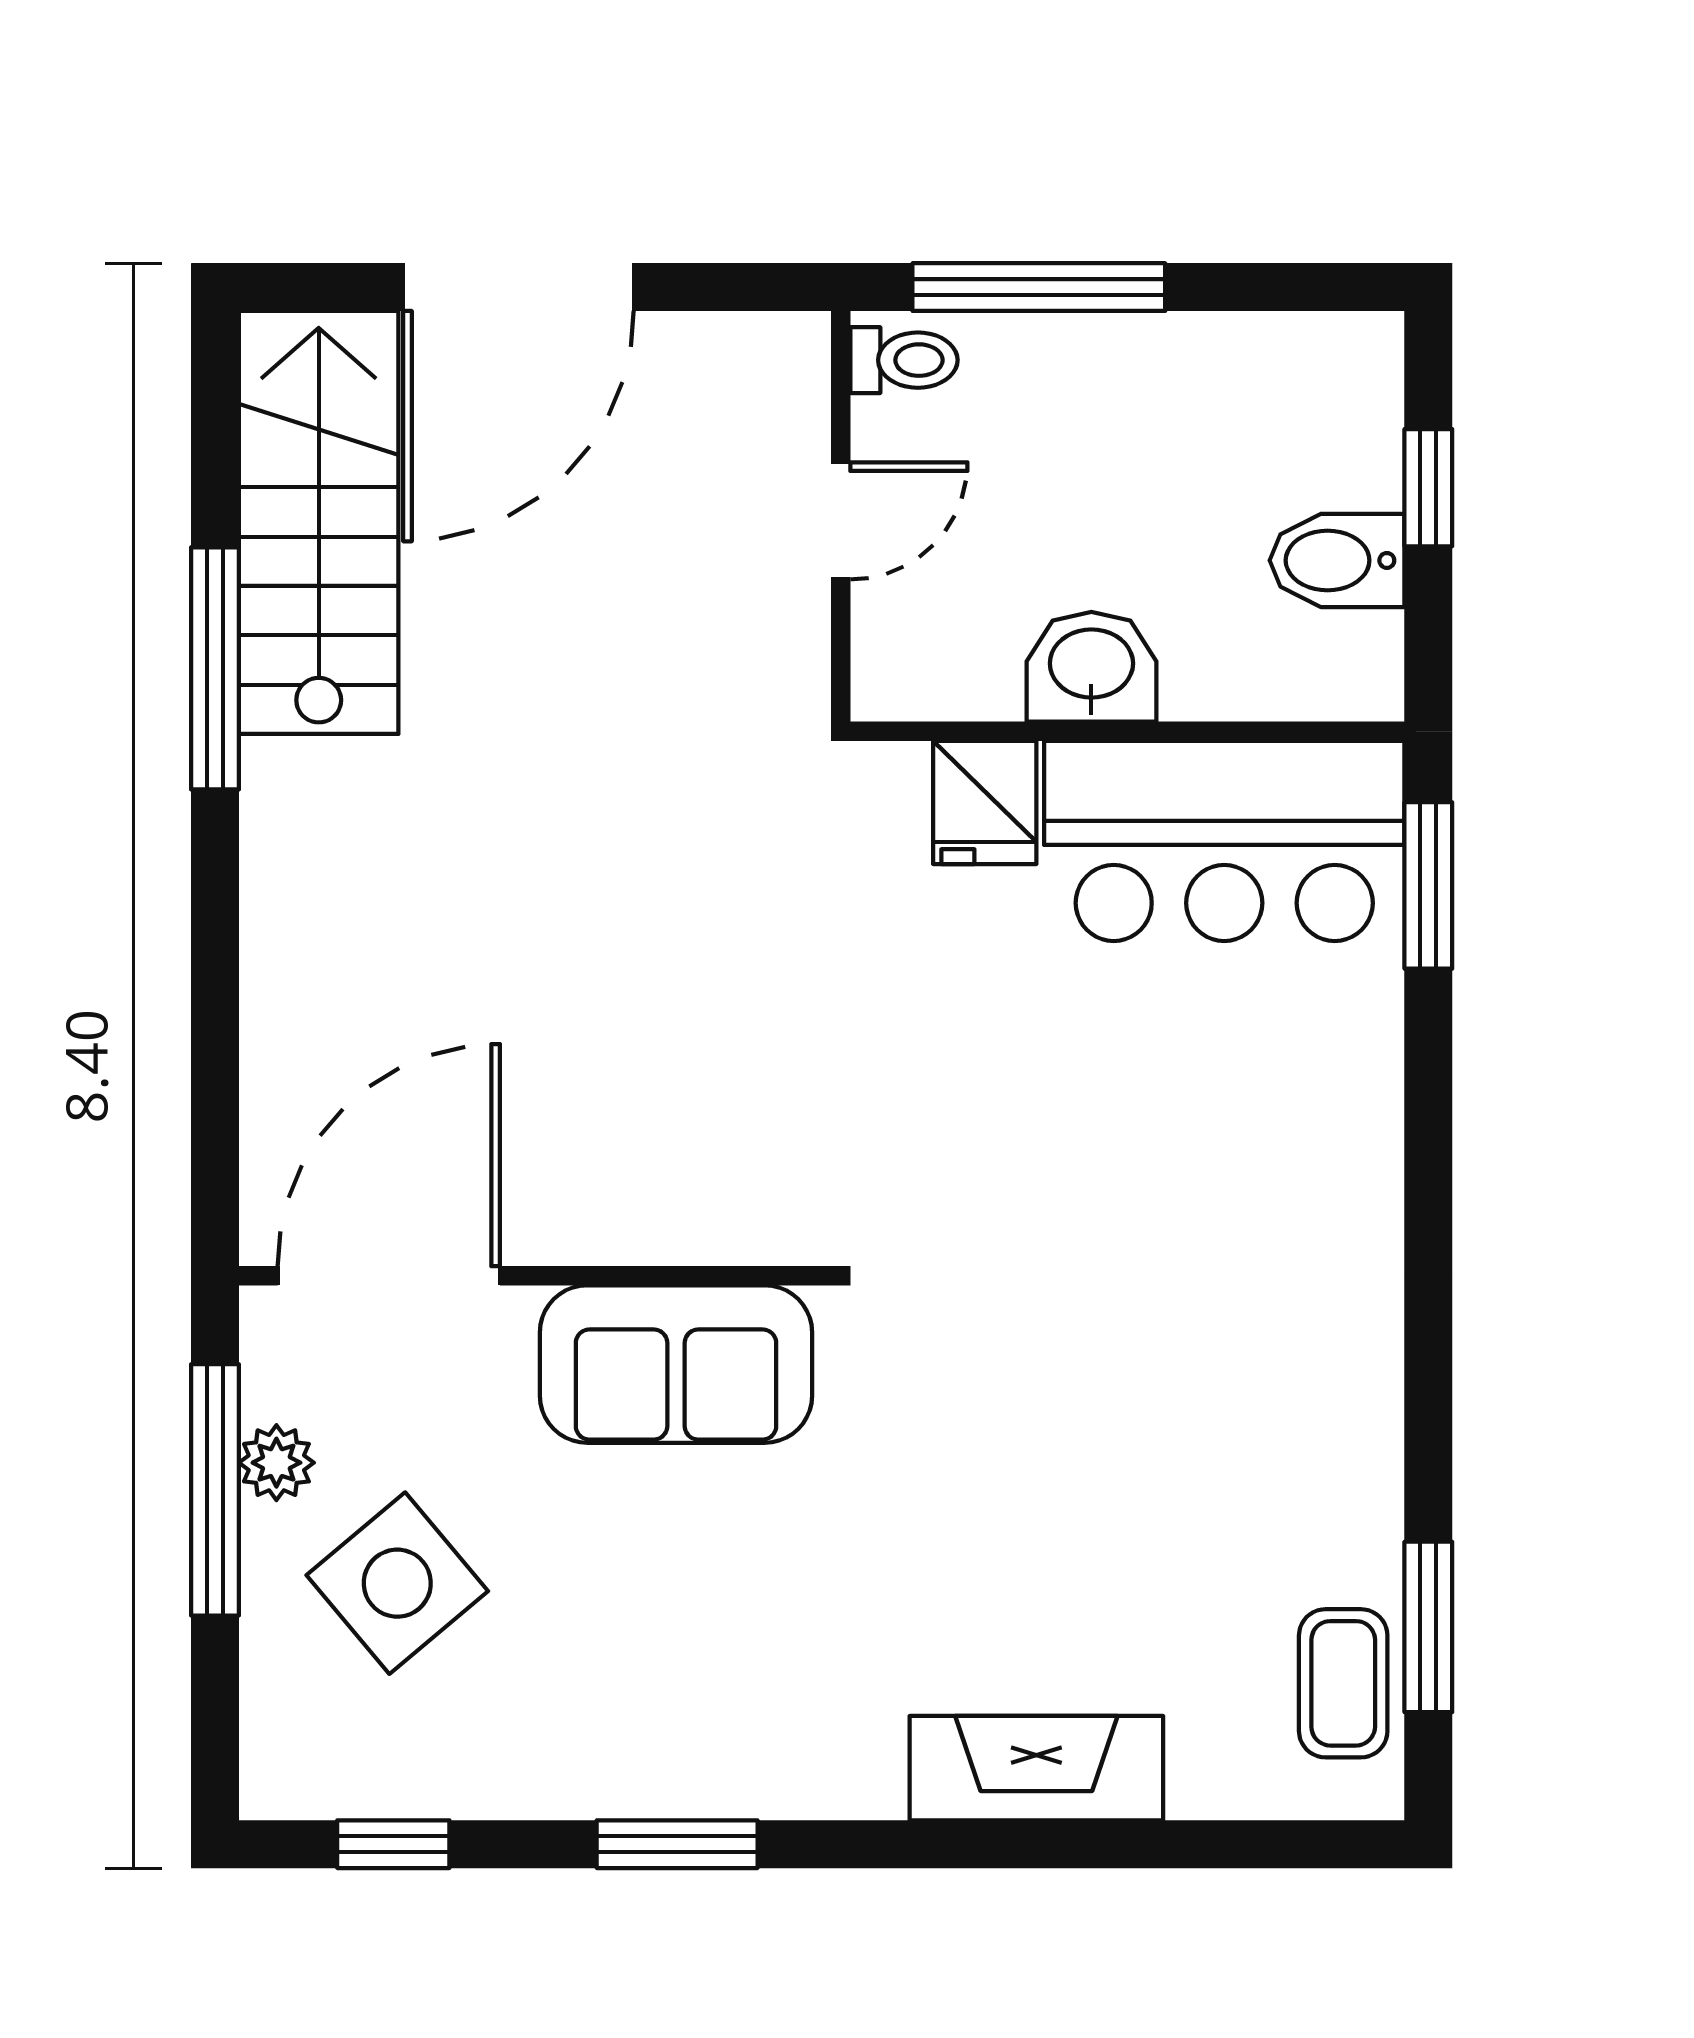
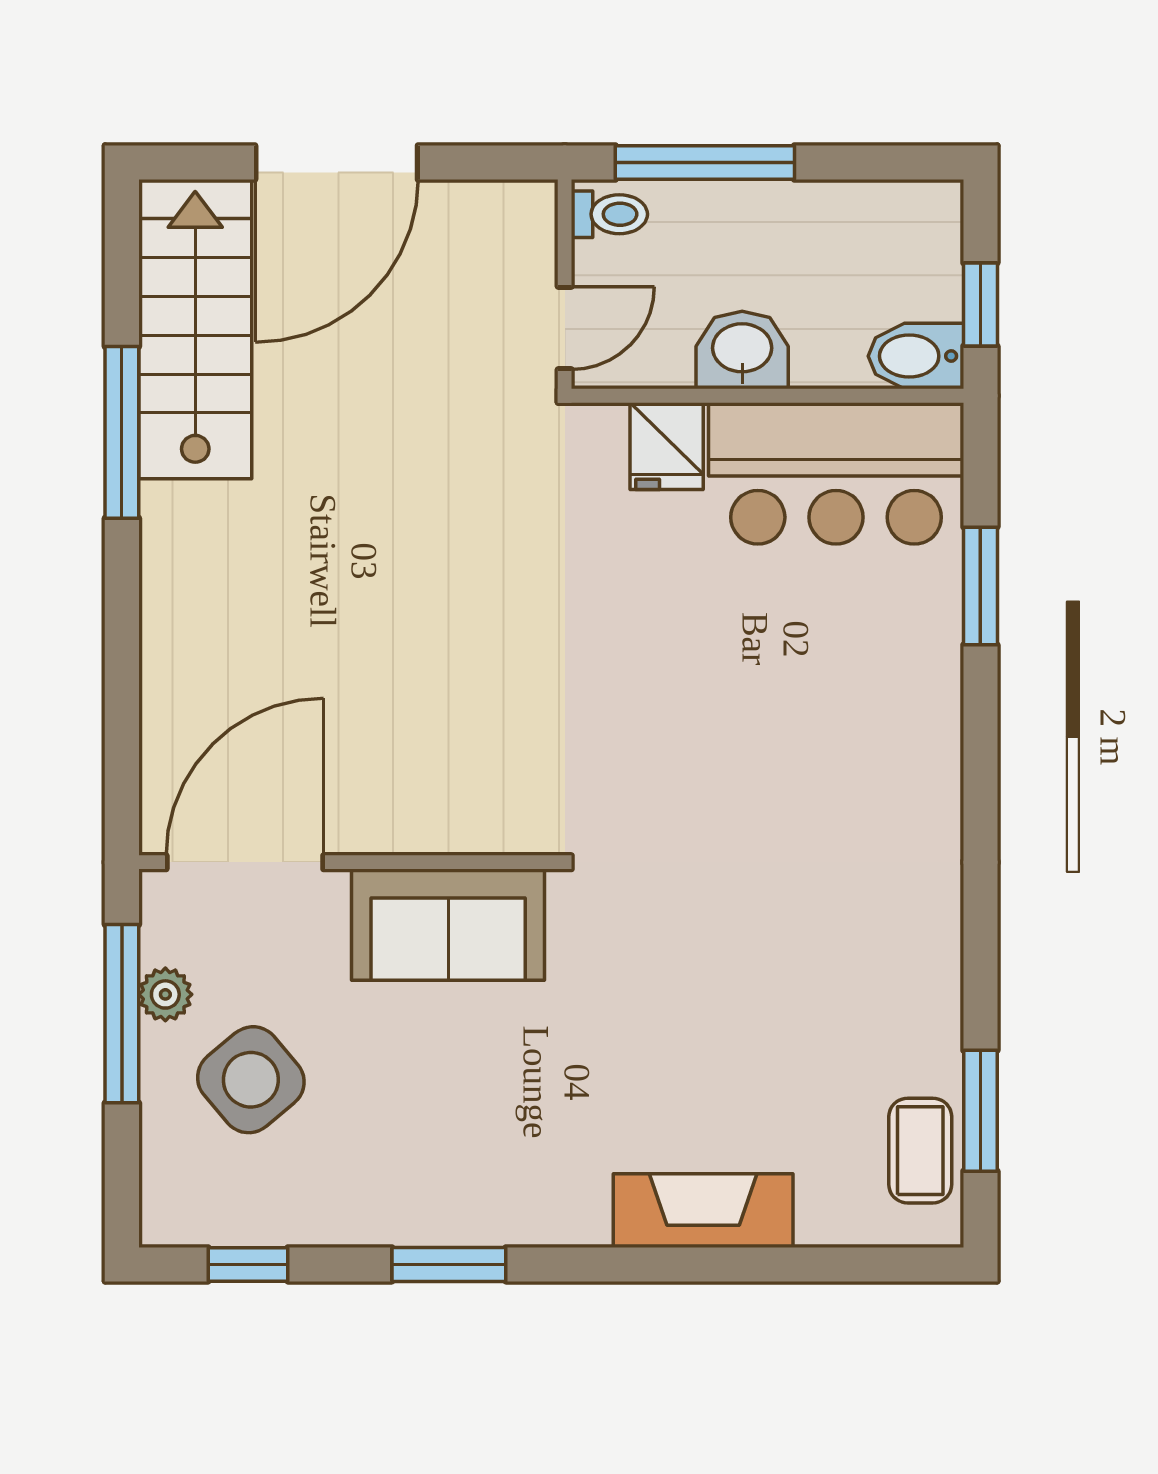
washbasin: (1091, 667) -> (742, 350), moved
wall: (1127, 731) -> (767, 396), moved
fridge: (985, 802) -> (667, 446), moved
bar counter: (1224, 841) -> (836, 473), moved

